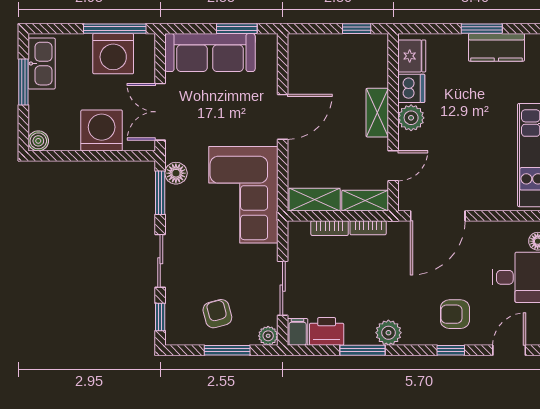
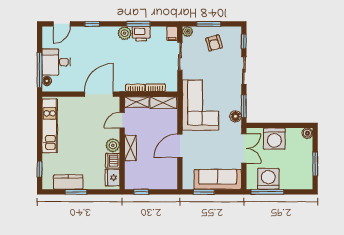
kitchen sink: (42, 64) -> (306, 174), removed
armchair: (455, 314) -> (90, 43), removed
printer: (327, 331) -> (141, 34), moved

